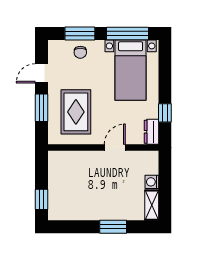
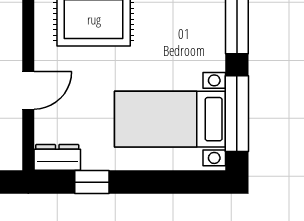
chair: (80, 52) -> (203, 27), removed
door: (115, 148) -> (28, 90), hinge flipped

